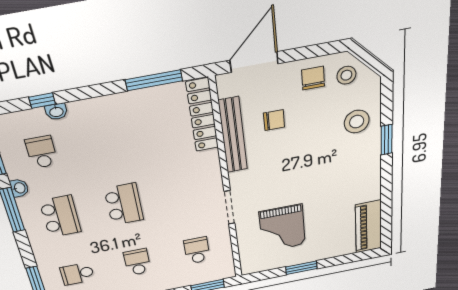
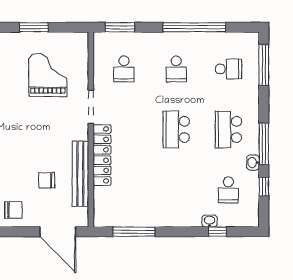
door: (254, 62) -> (58, 232), hinge flipped
chair: (313, 78) -> (13, 210), turned -90
locker: (202, 115) -> (102, 155), moved

